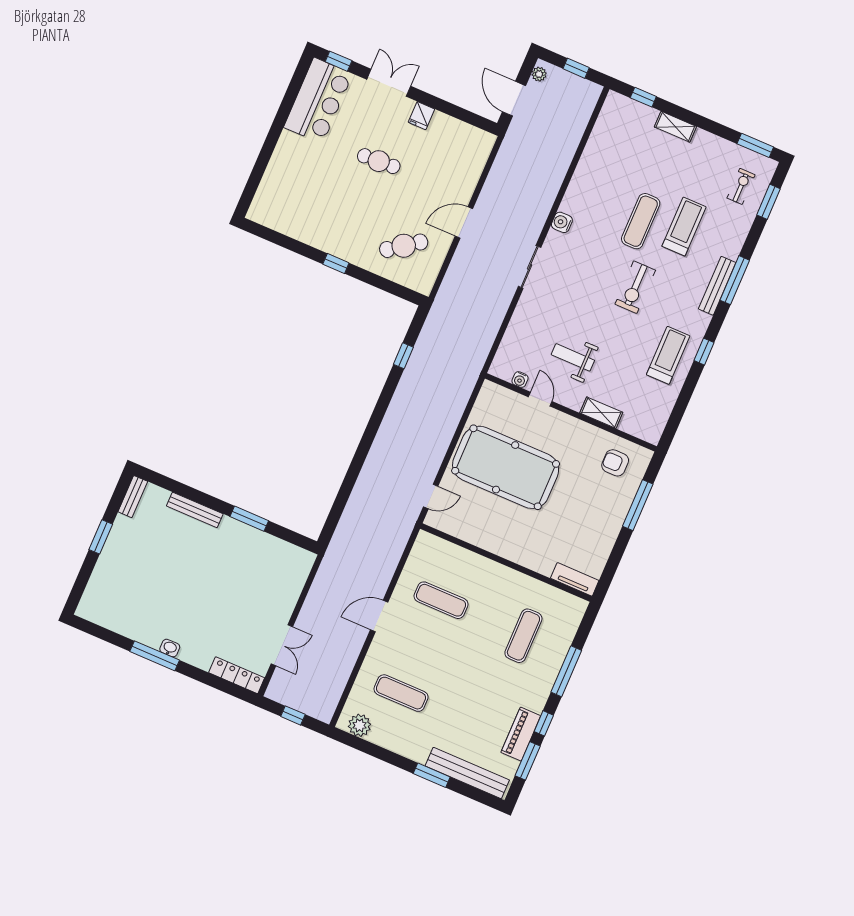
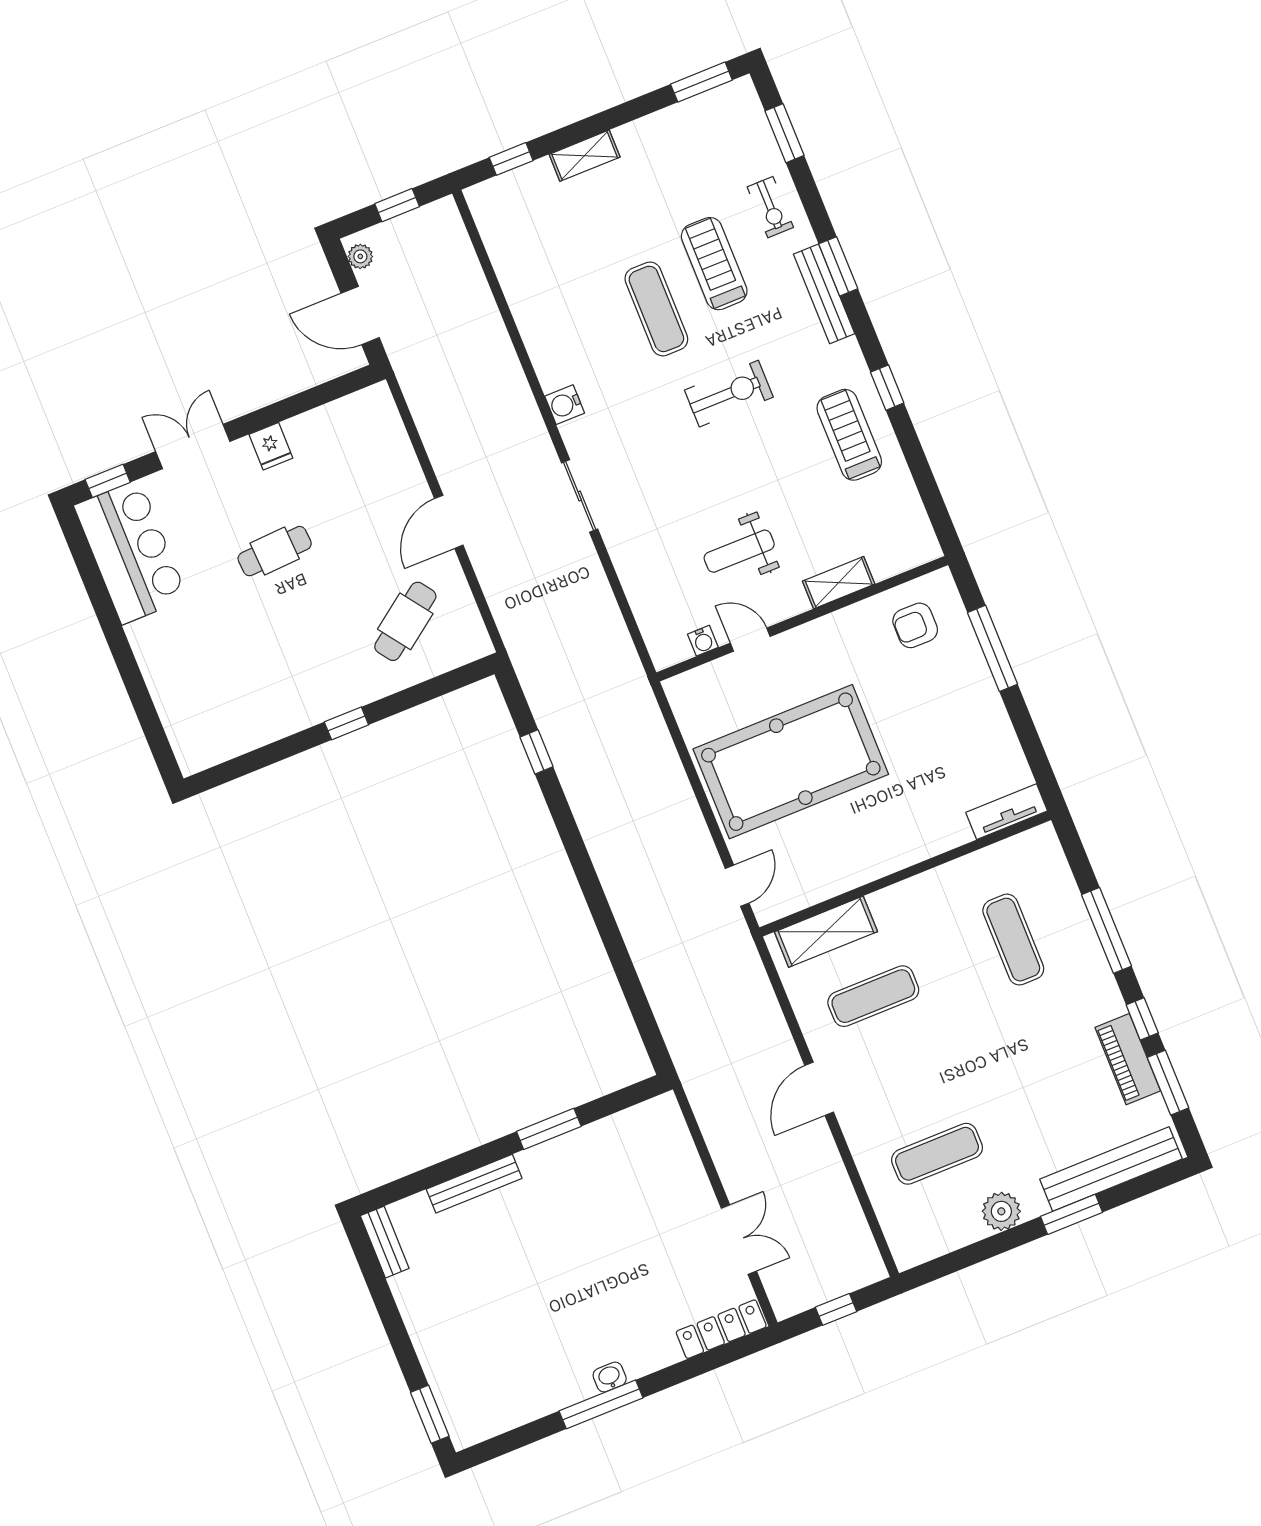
exercise bike: (741, 186) -> (770, 207), moved, turned 180
window: (735, 280) -> (838, 266), width x0.69
exercise bike: (635, 287) -> (729, 394), turned -90
window: (101, 537) -> (430, 1414), moved
shelving: (448, 553) -> (826, 932), added
plant: (360, 725) -> (1001, 1211), moved

